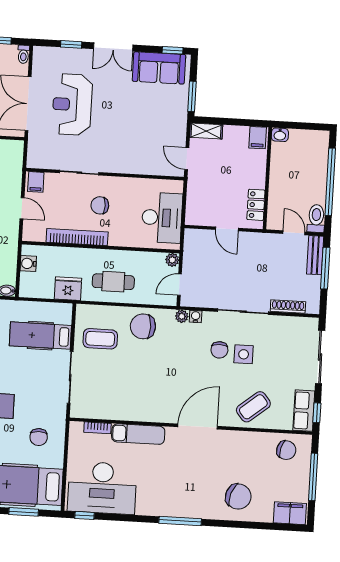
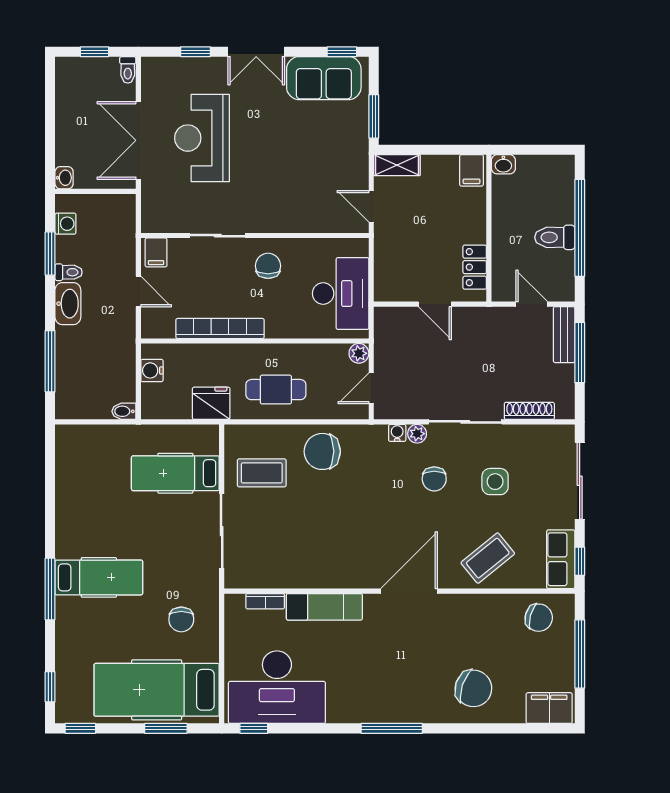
chair: (100, 205) -> (268, 266), moved, turned 90
toilet: (316, 218) -> (555, 237), moved, turned -90
plant: (182, 316) -> (417, 434), moved
side table: (244, 354) -> (495, 482), moved

